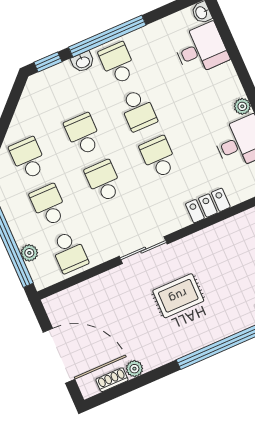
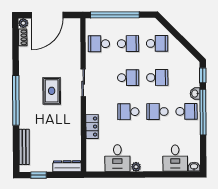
school desk: (159, 157) -> (128, 112), turned 180
plant: (29, 253) -> (107, 23), removed
plant: (134, 369) -> (23, 23), moved

